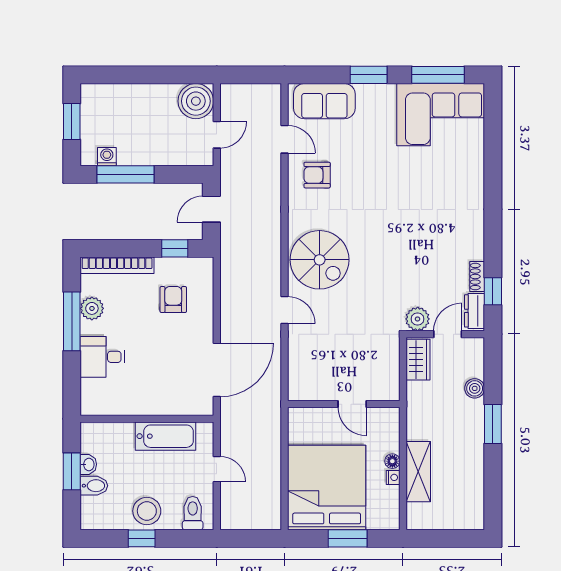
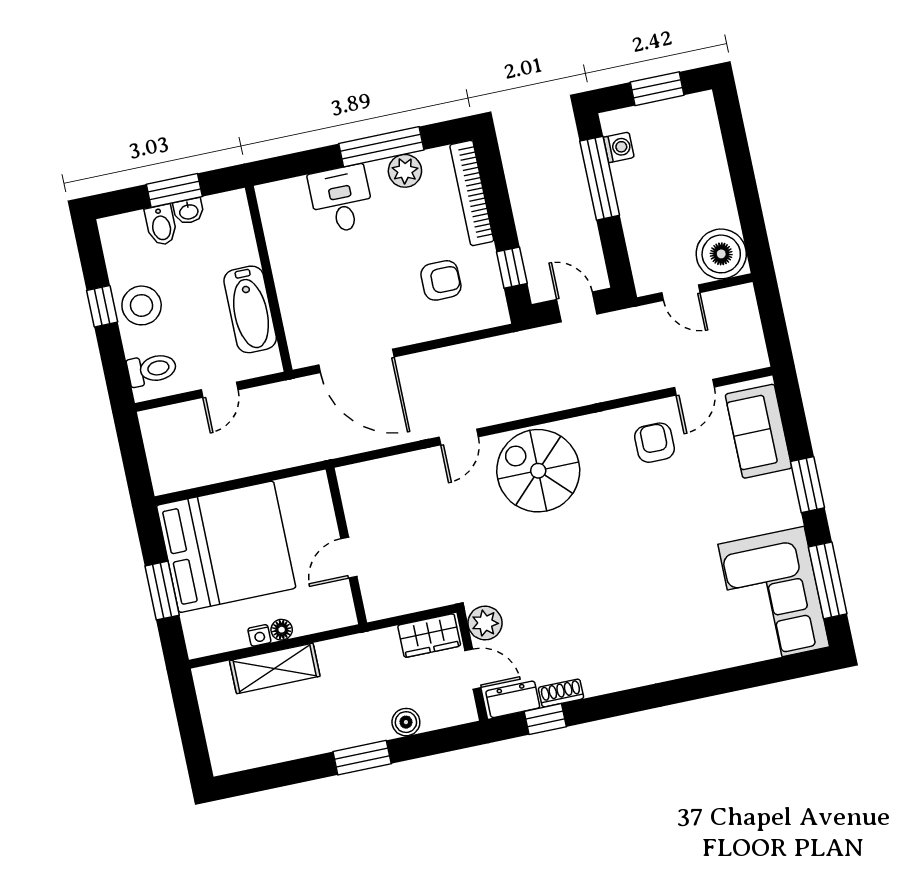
spiral stairs: (320, 260) -> (538, 471), turned 90

